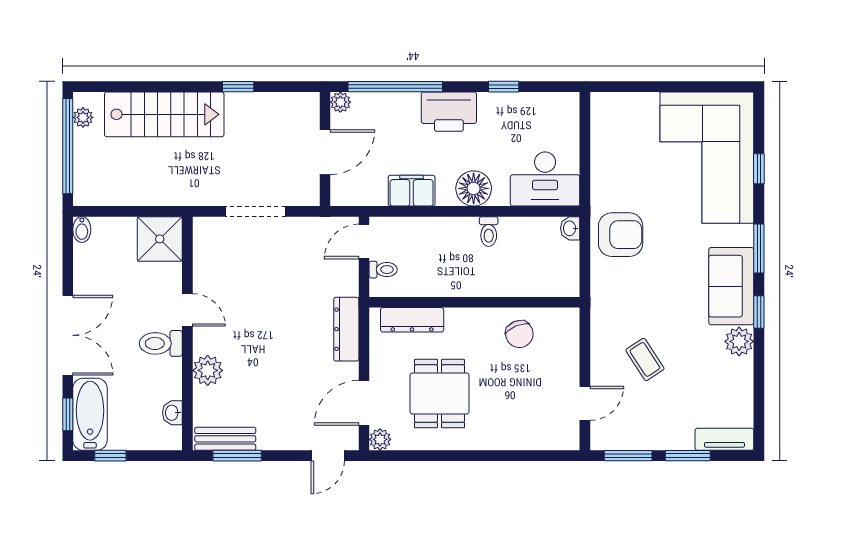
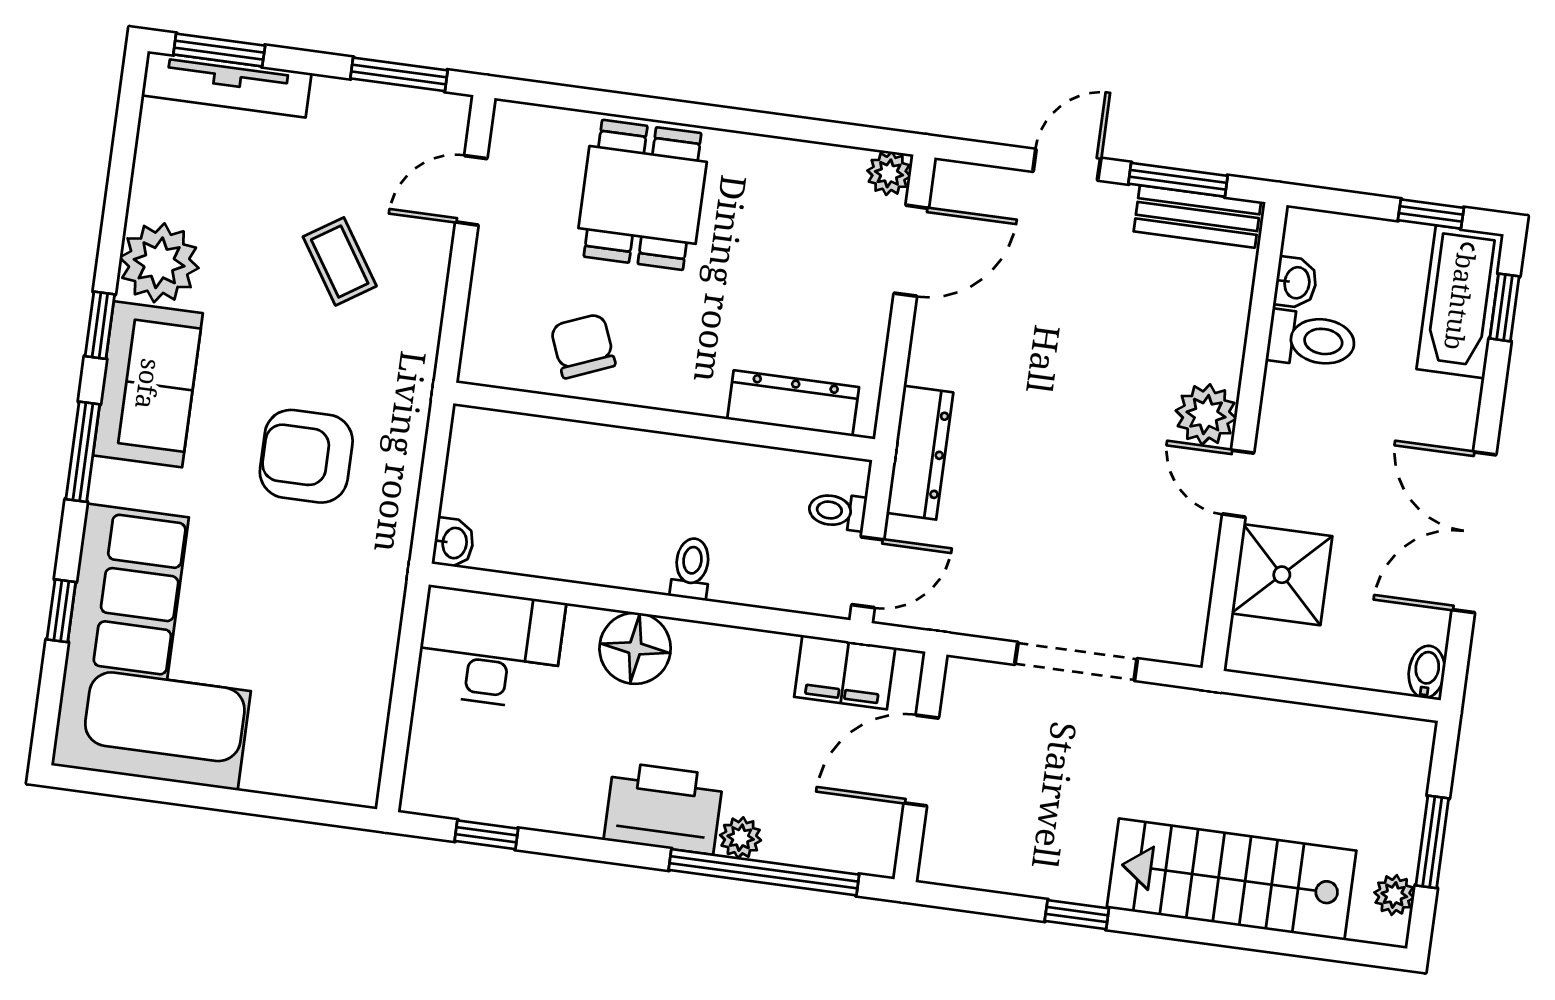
window: (504, 87) -> (486, 835), moved
plant: (340, 102) -> (741, 838), moved
window: (68, 146) -> (1432, 842), width x0.47
filing cabinet: (412, 191) -> (845, 672), moved
toilet: (489, 232) -> (691, 569), moved
armchair: (621, 235) -> (306, 456), moved
shower: (160, 239) -> (1282, 575), moved
dresser: (346, 329) -> (920, 453), moved
double door: (68, 335) -> (1474, 532), moved
plant: (739, 341) -> (159, 263), width x1.36, depth x1.36
toilet: (161, 343) -> (1311, 340), moved
plant: (208, 370) -> (1206, 415), moved
dining table: (440, 394) -> (643, 195), moved
tv unit: (724, 439) -> (227, 84), width x1.41
door: (328, 456) -> (1067, 165), moved
window: (688, 456) -> (219, 50), moved

